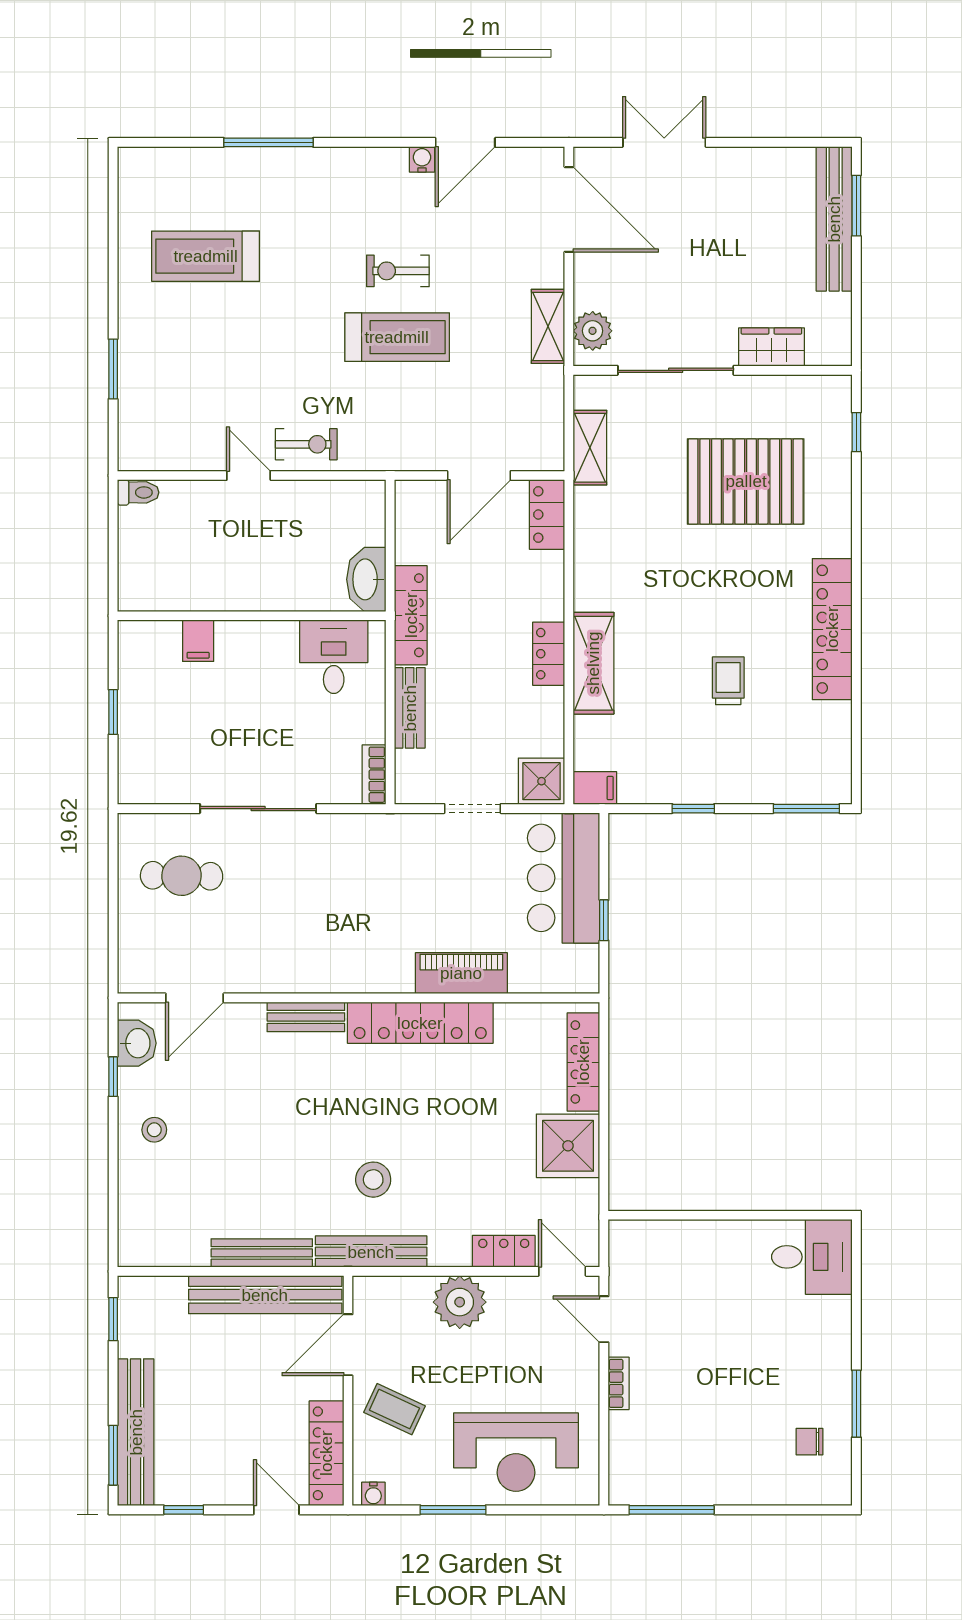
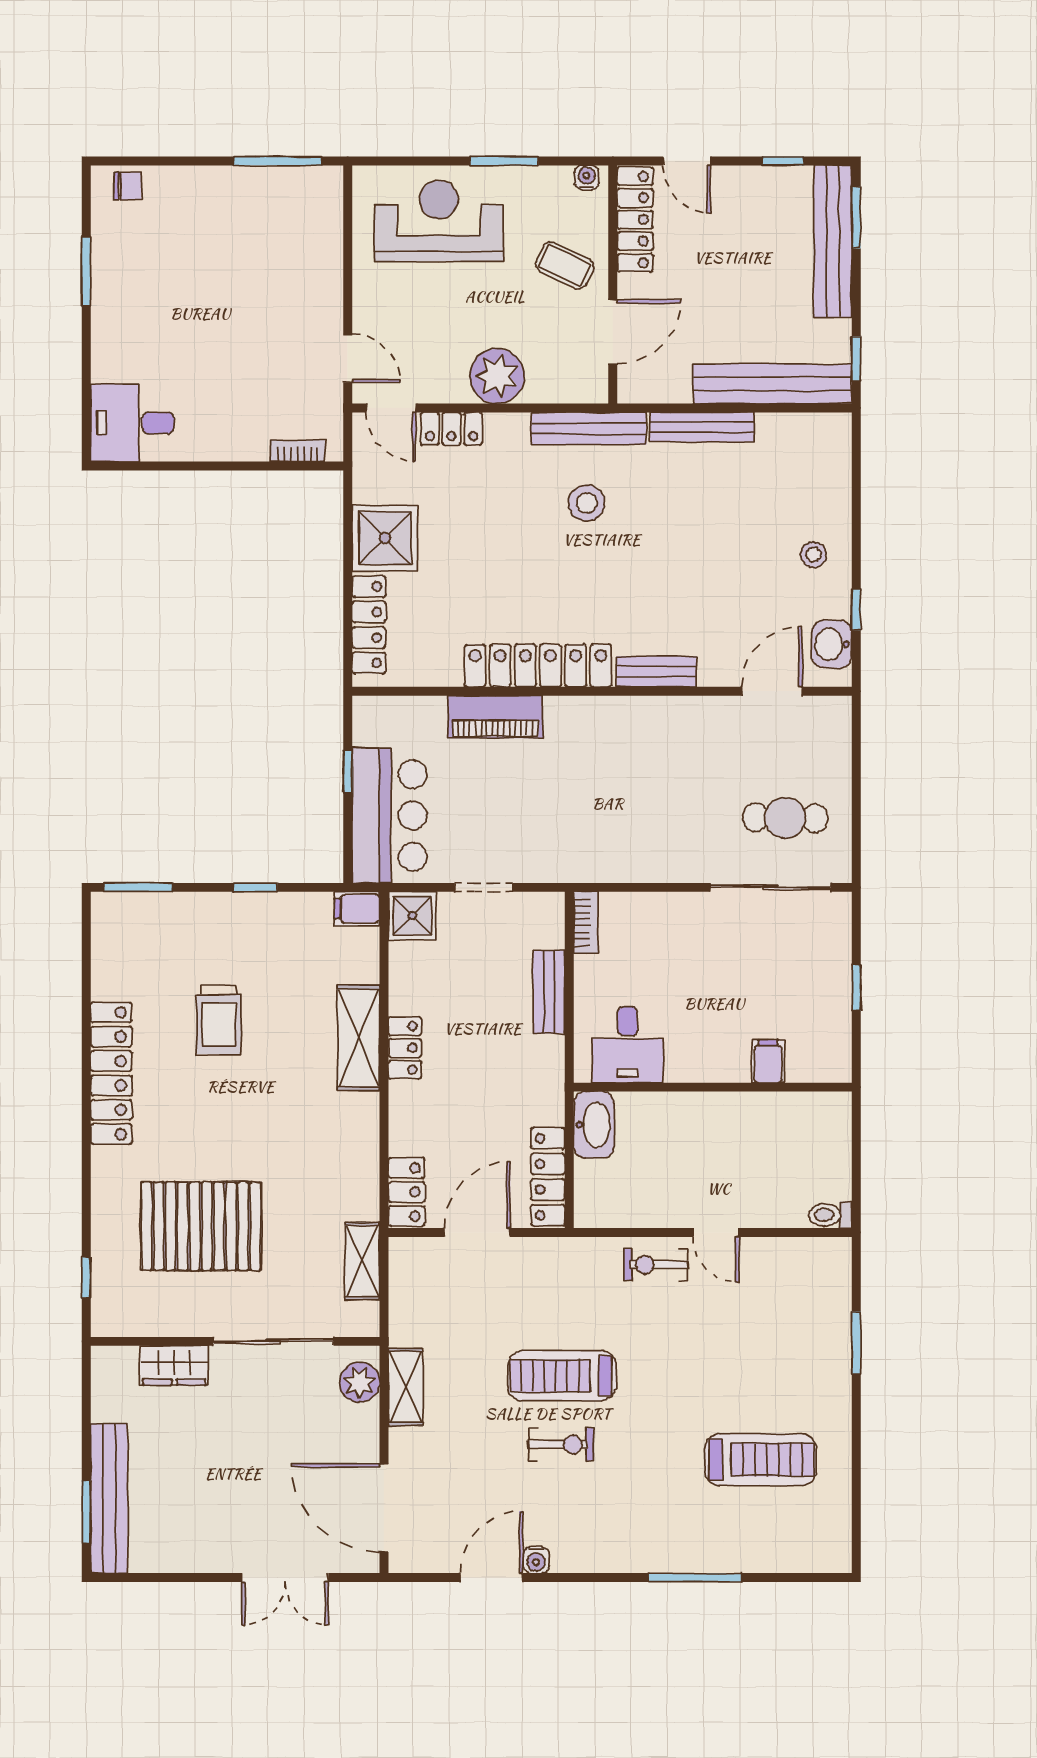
locker: (411, 615) -> (548, 1177), moved
trolley: (728, 681) -> (219, 1020), width x1.36, depth x1.39
sliding door: (258, 809) -> (770, 887), moved
bench: (265, 1295) -> (772, 384), moved
bookcase: (619, 1383) -> (298, 451), moved, turned 90
chair: (810, 1442) -> (128, 186), moved

